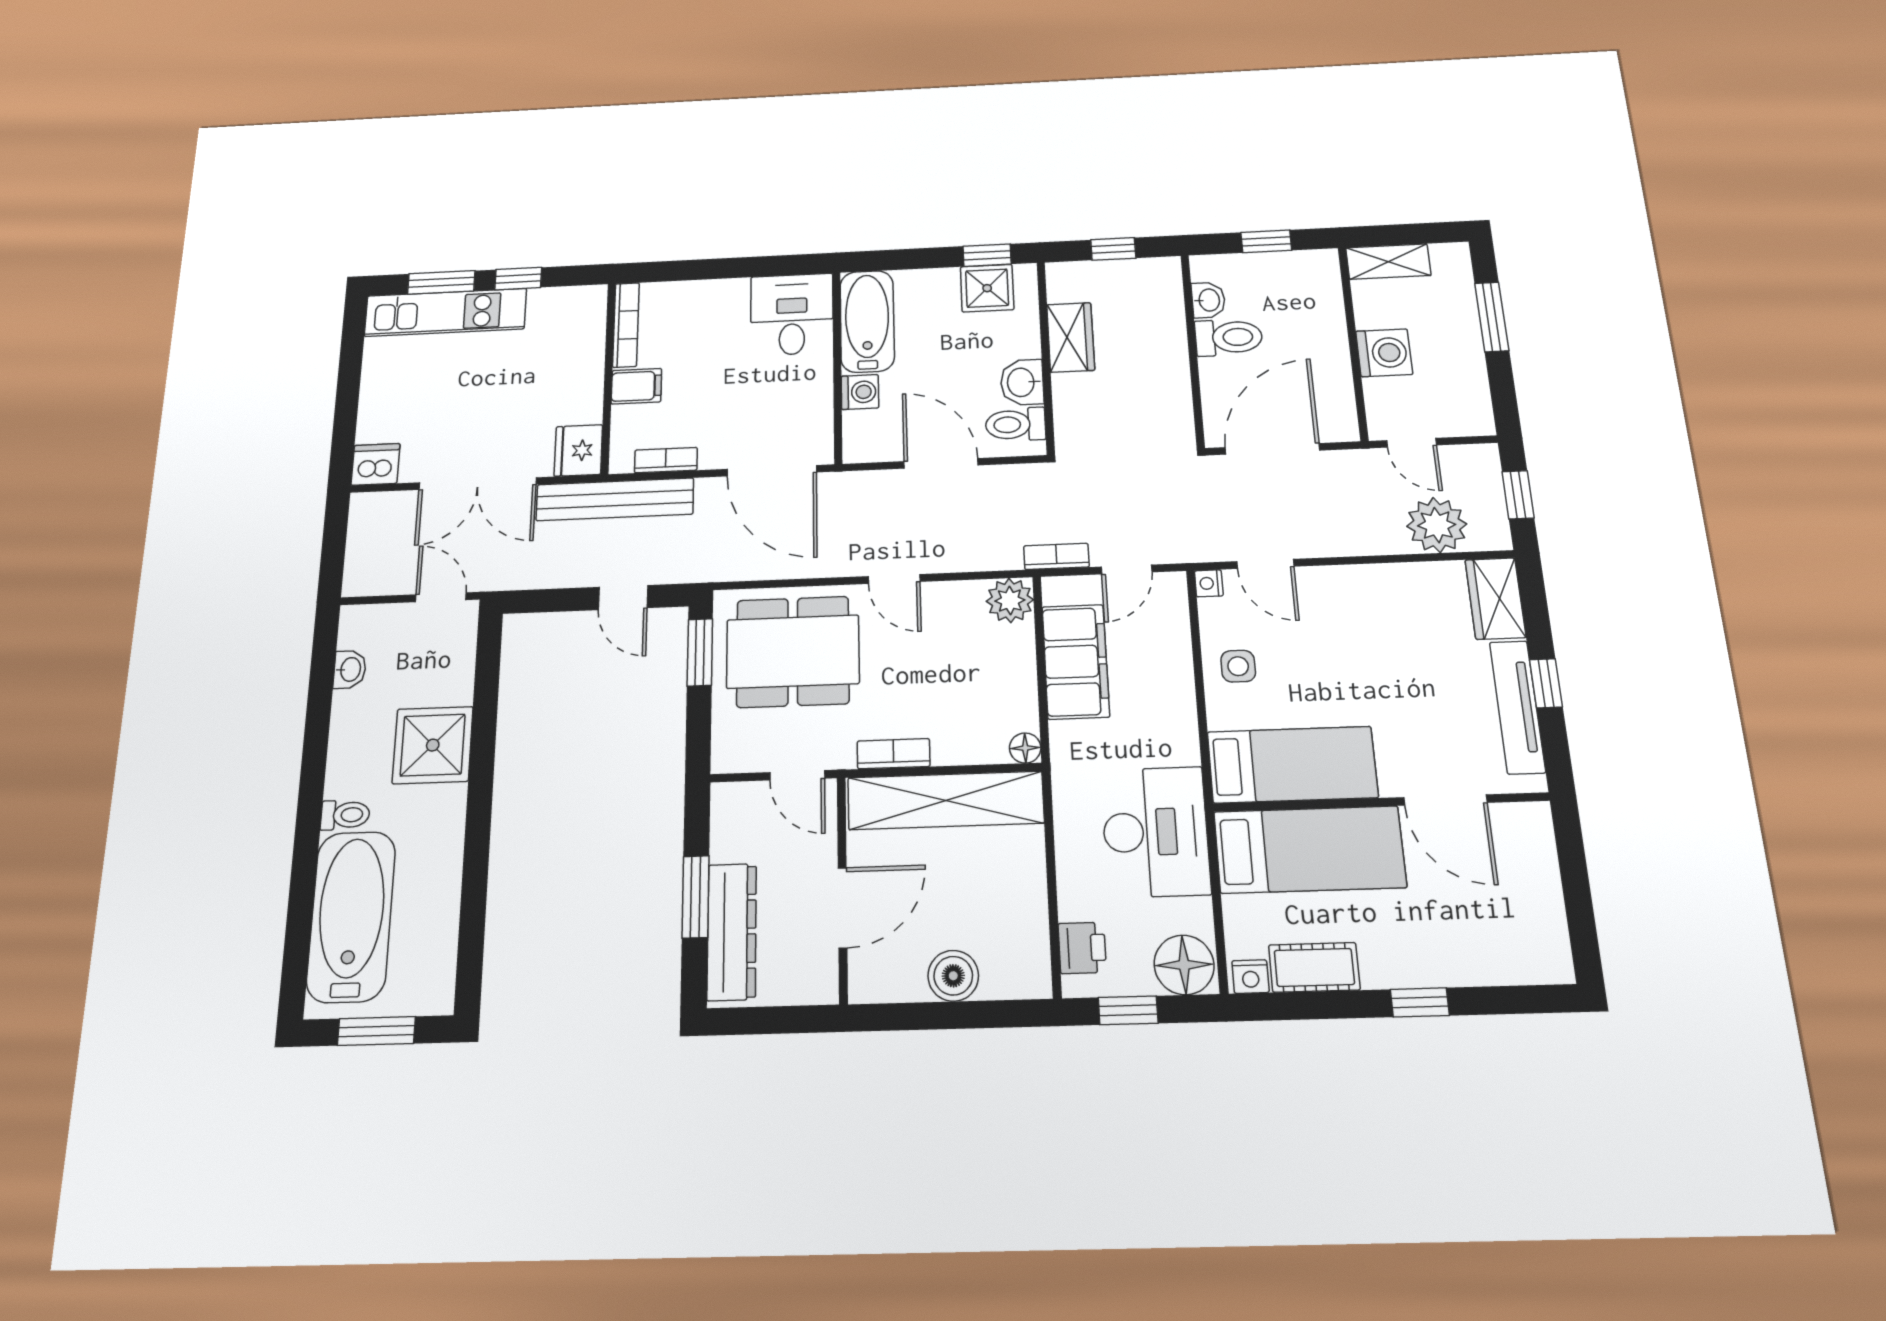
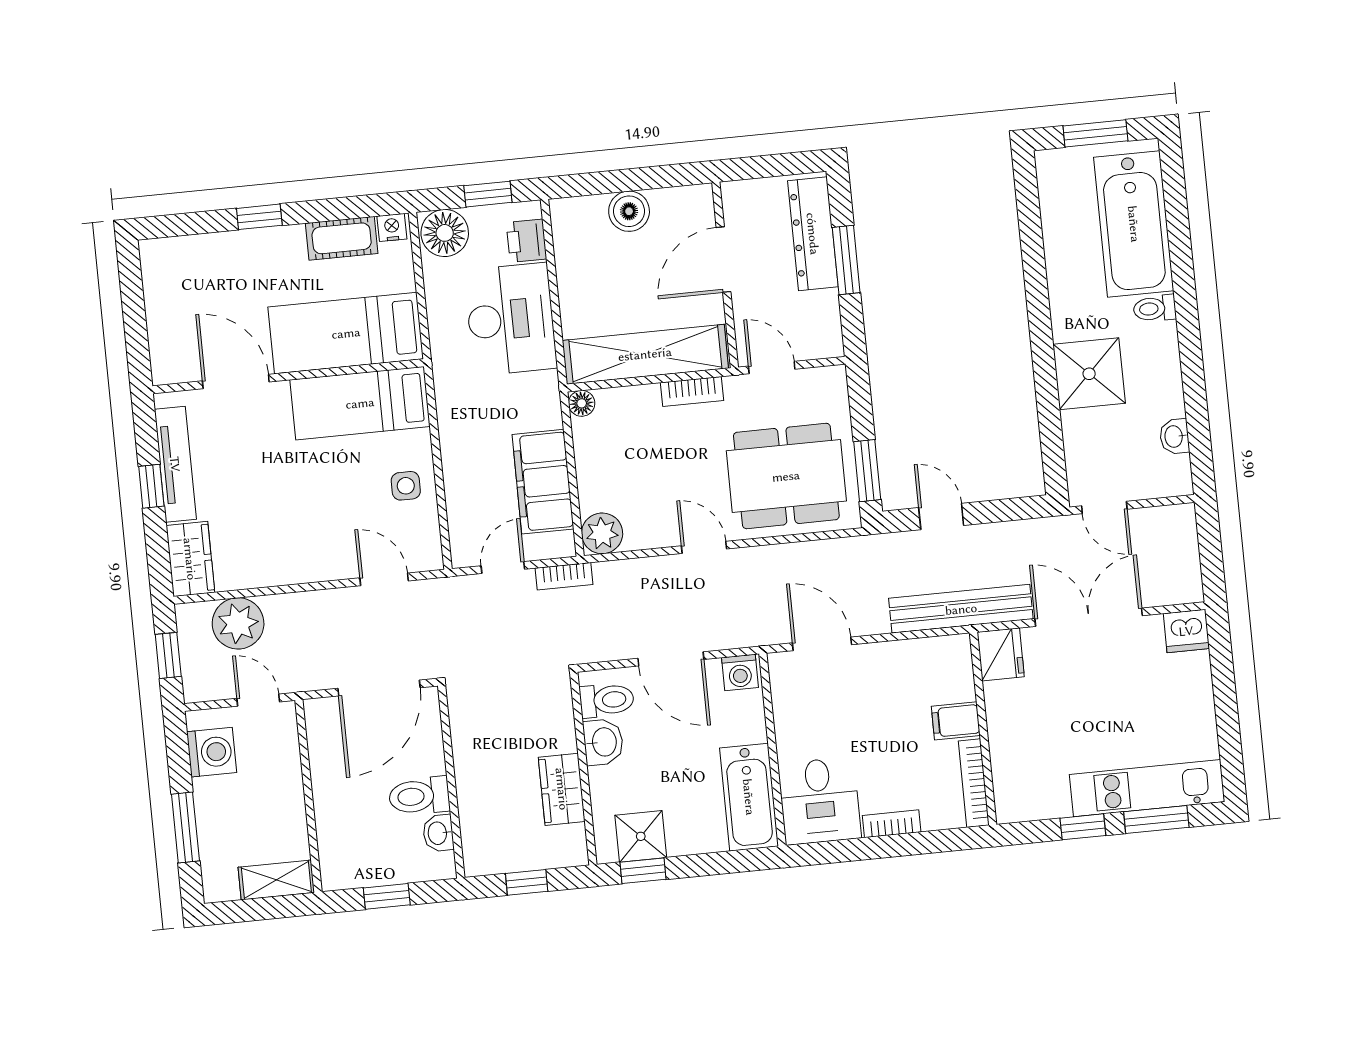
washing machine: (1384, 353) -> (212, 752), moved, turned 180
washing machine: (860, 392) -> (740, 673), moved, turned -90
bookcase: (666, 460) -> (892, 824), moved, turned 180
door: (772, 471) -> (822, 644), width x0.73
nightstand: (1209, 583) -> (432, 559), removed
desk: (1155, 832) -> (511, 319), moved, turned 180

